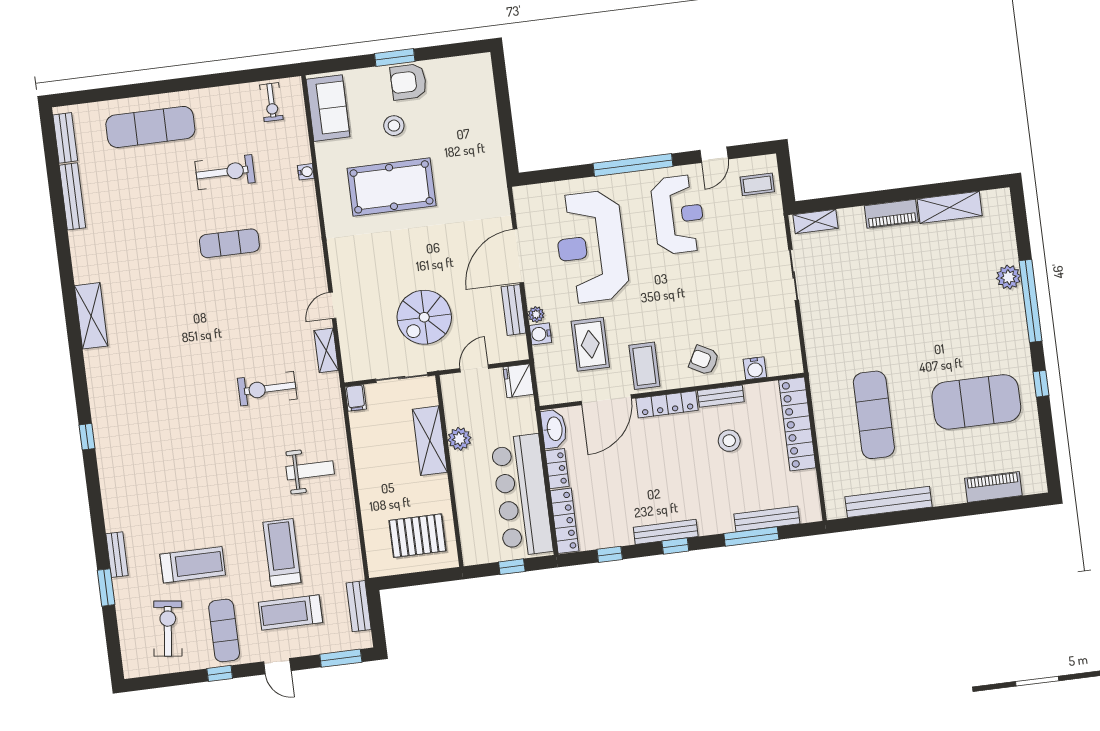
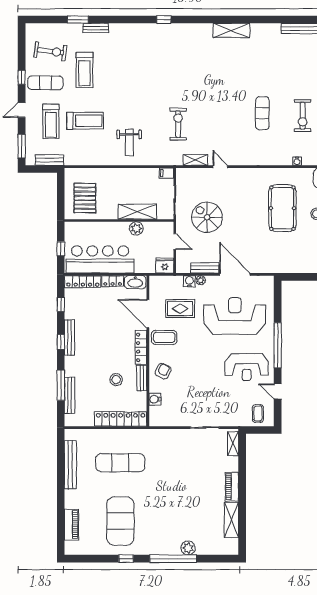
treadmill: (290, 612) -> (51, 121), turned 180

